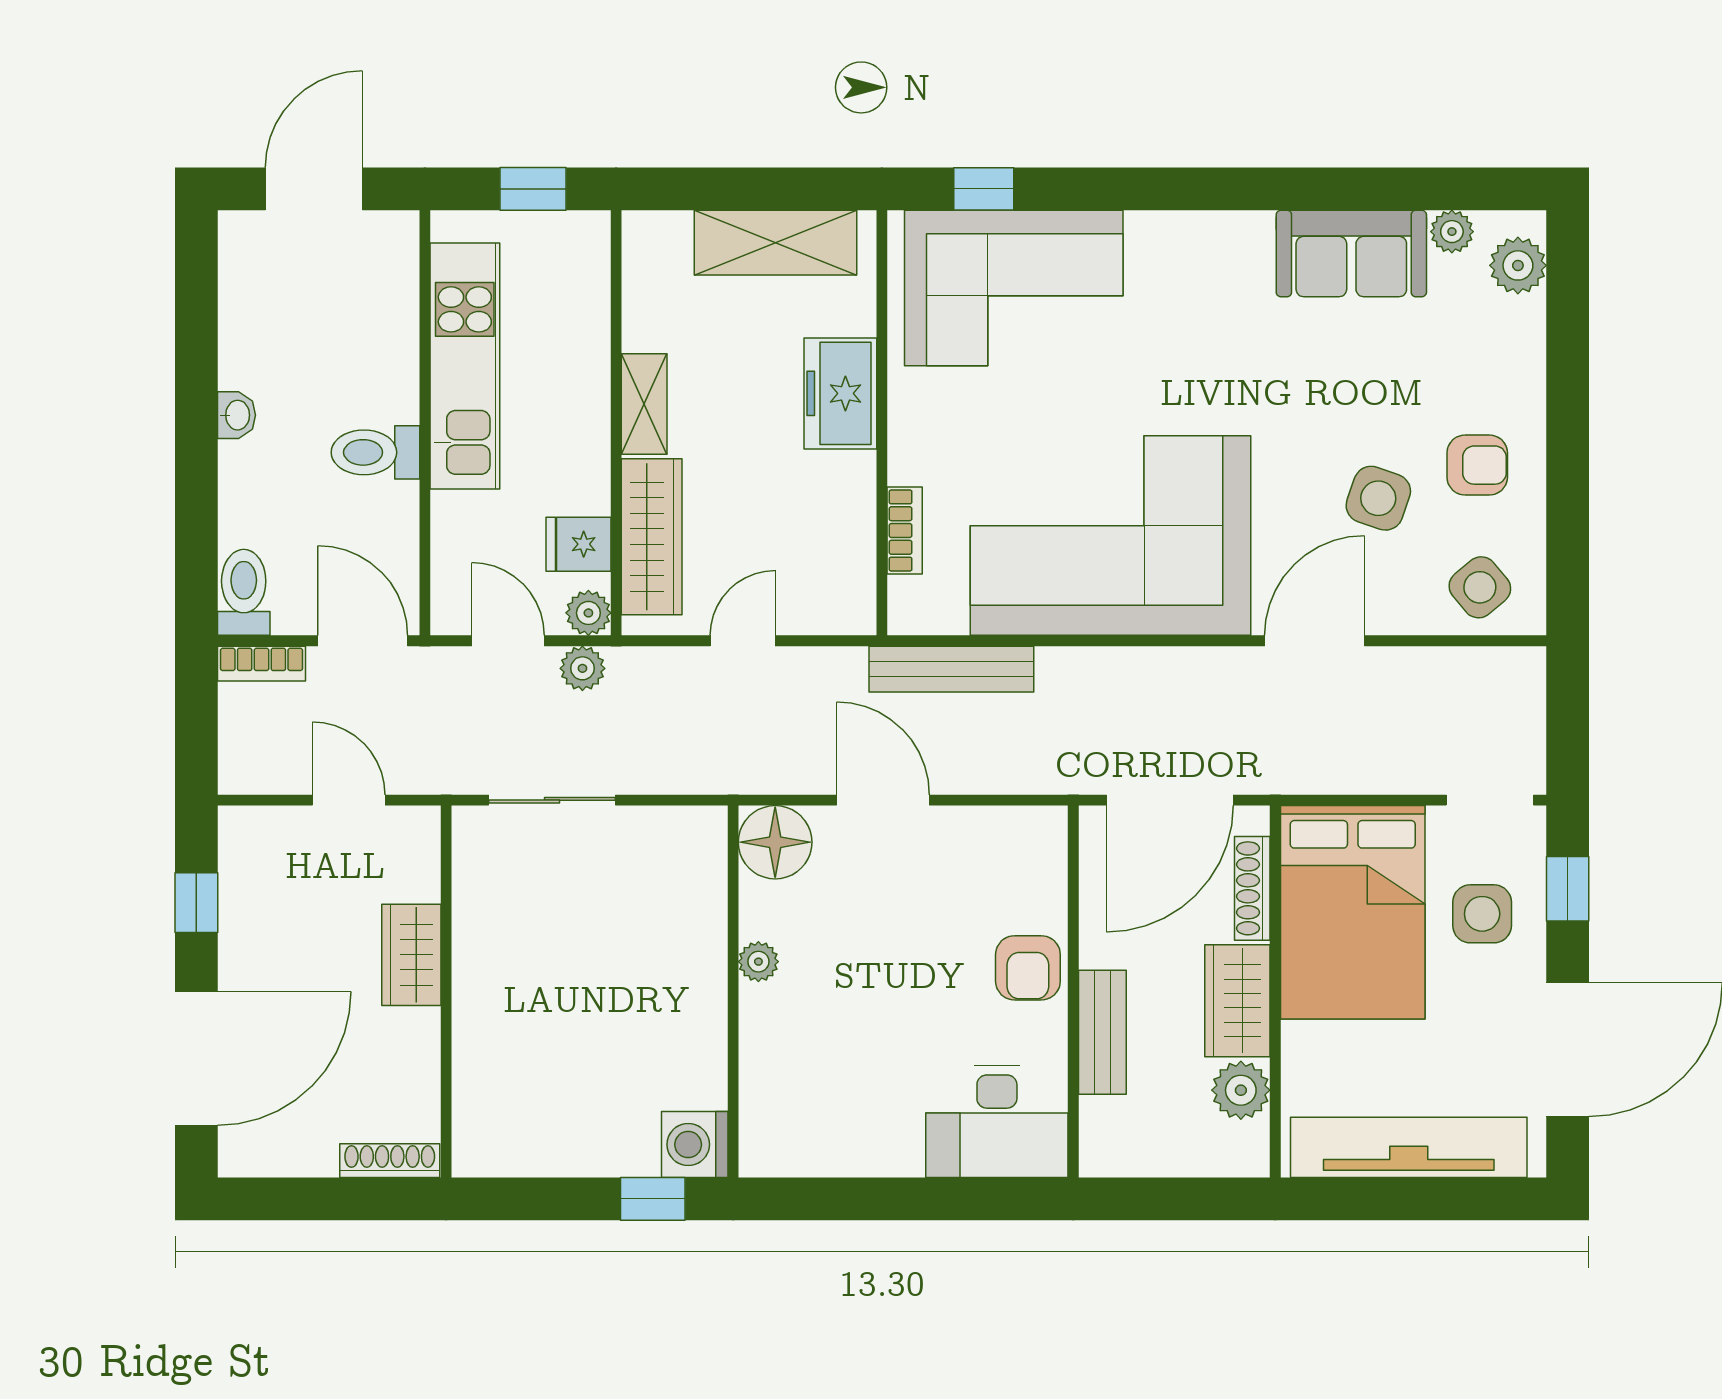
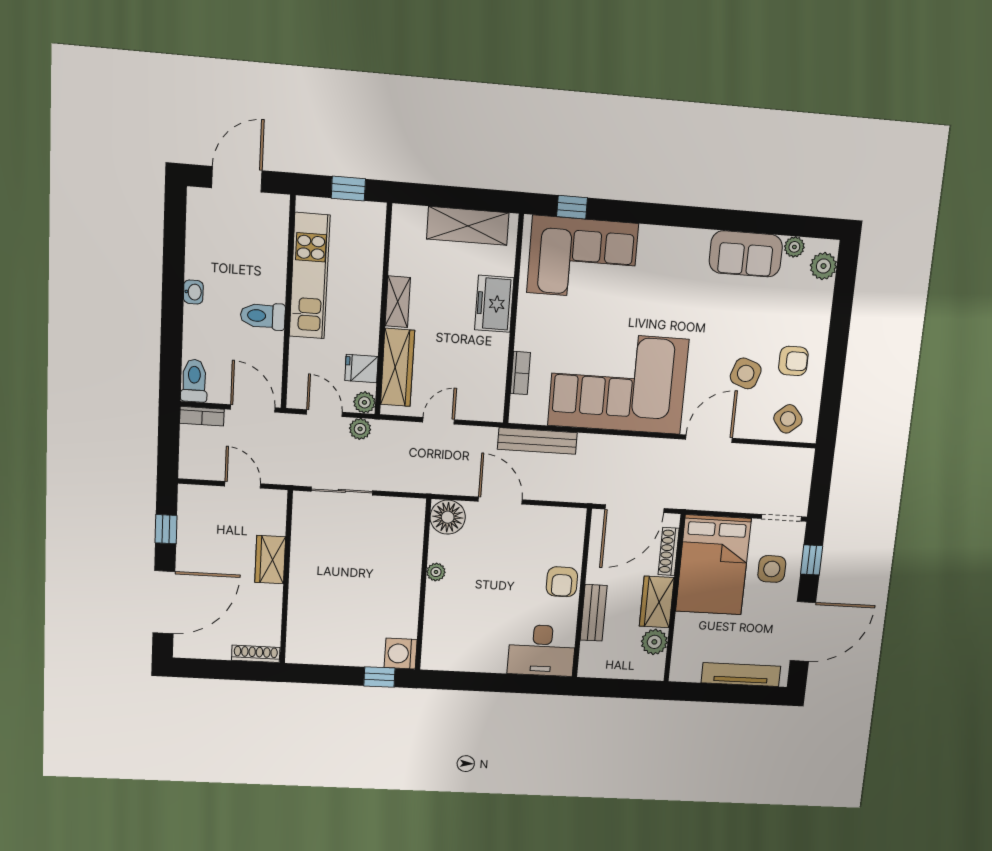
tv unit: (1409, 1147) -> (741, 674), width x0.73, depth x0.78

